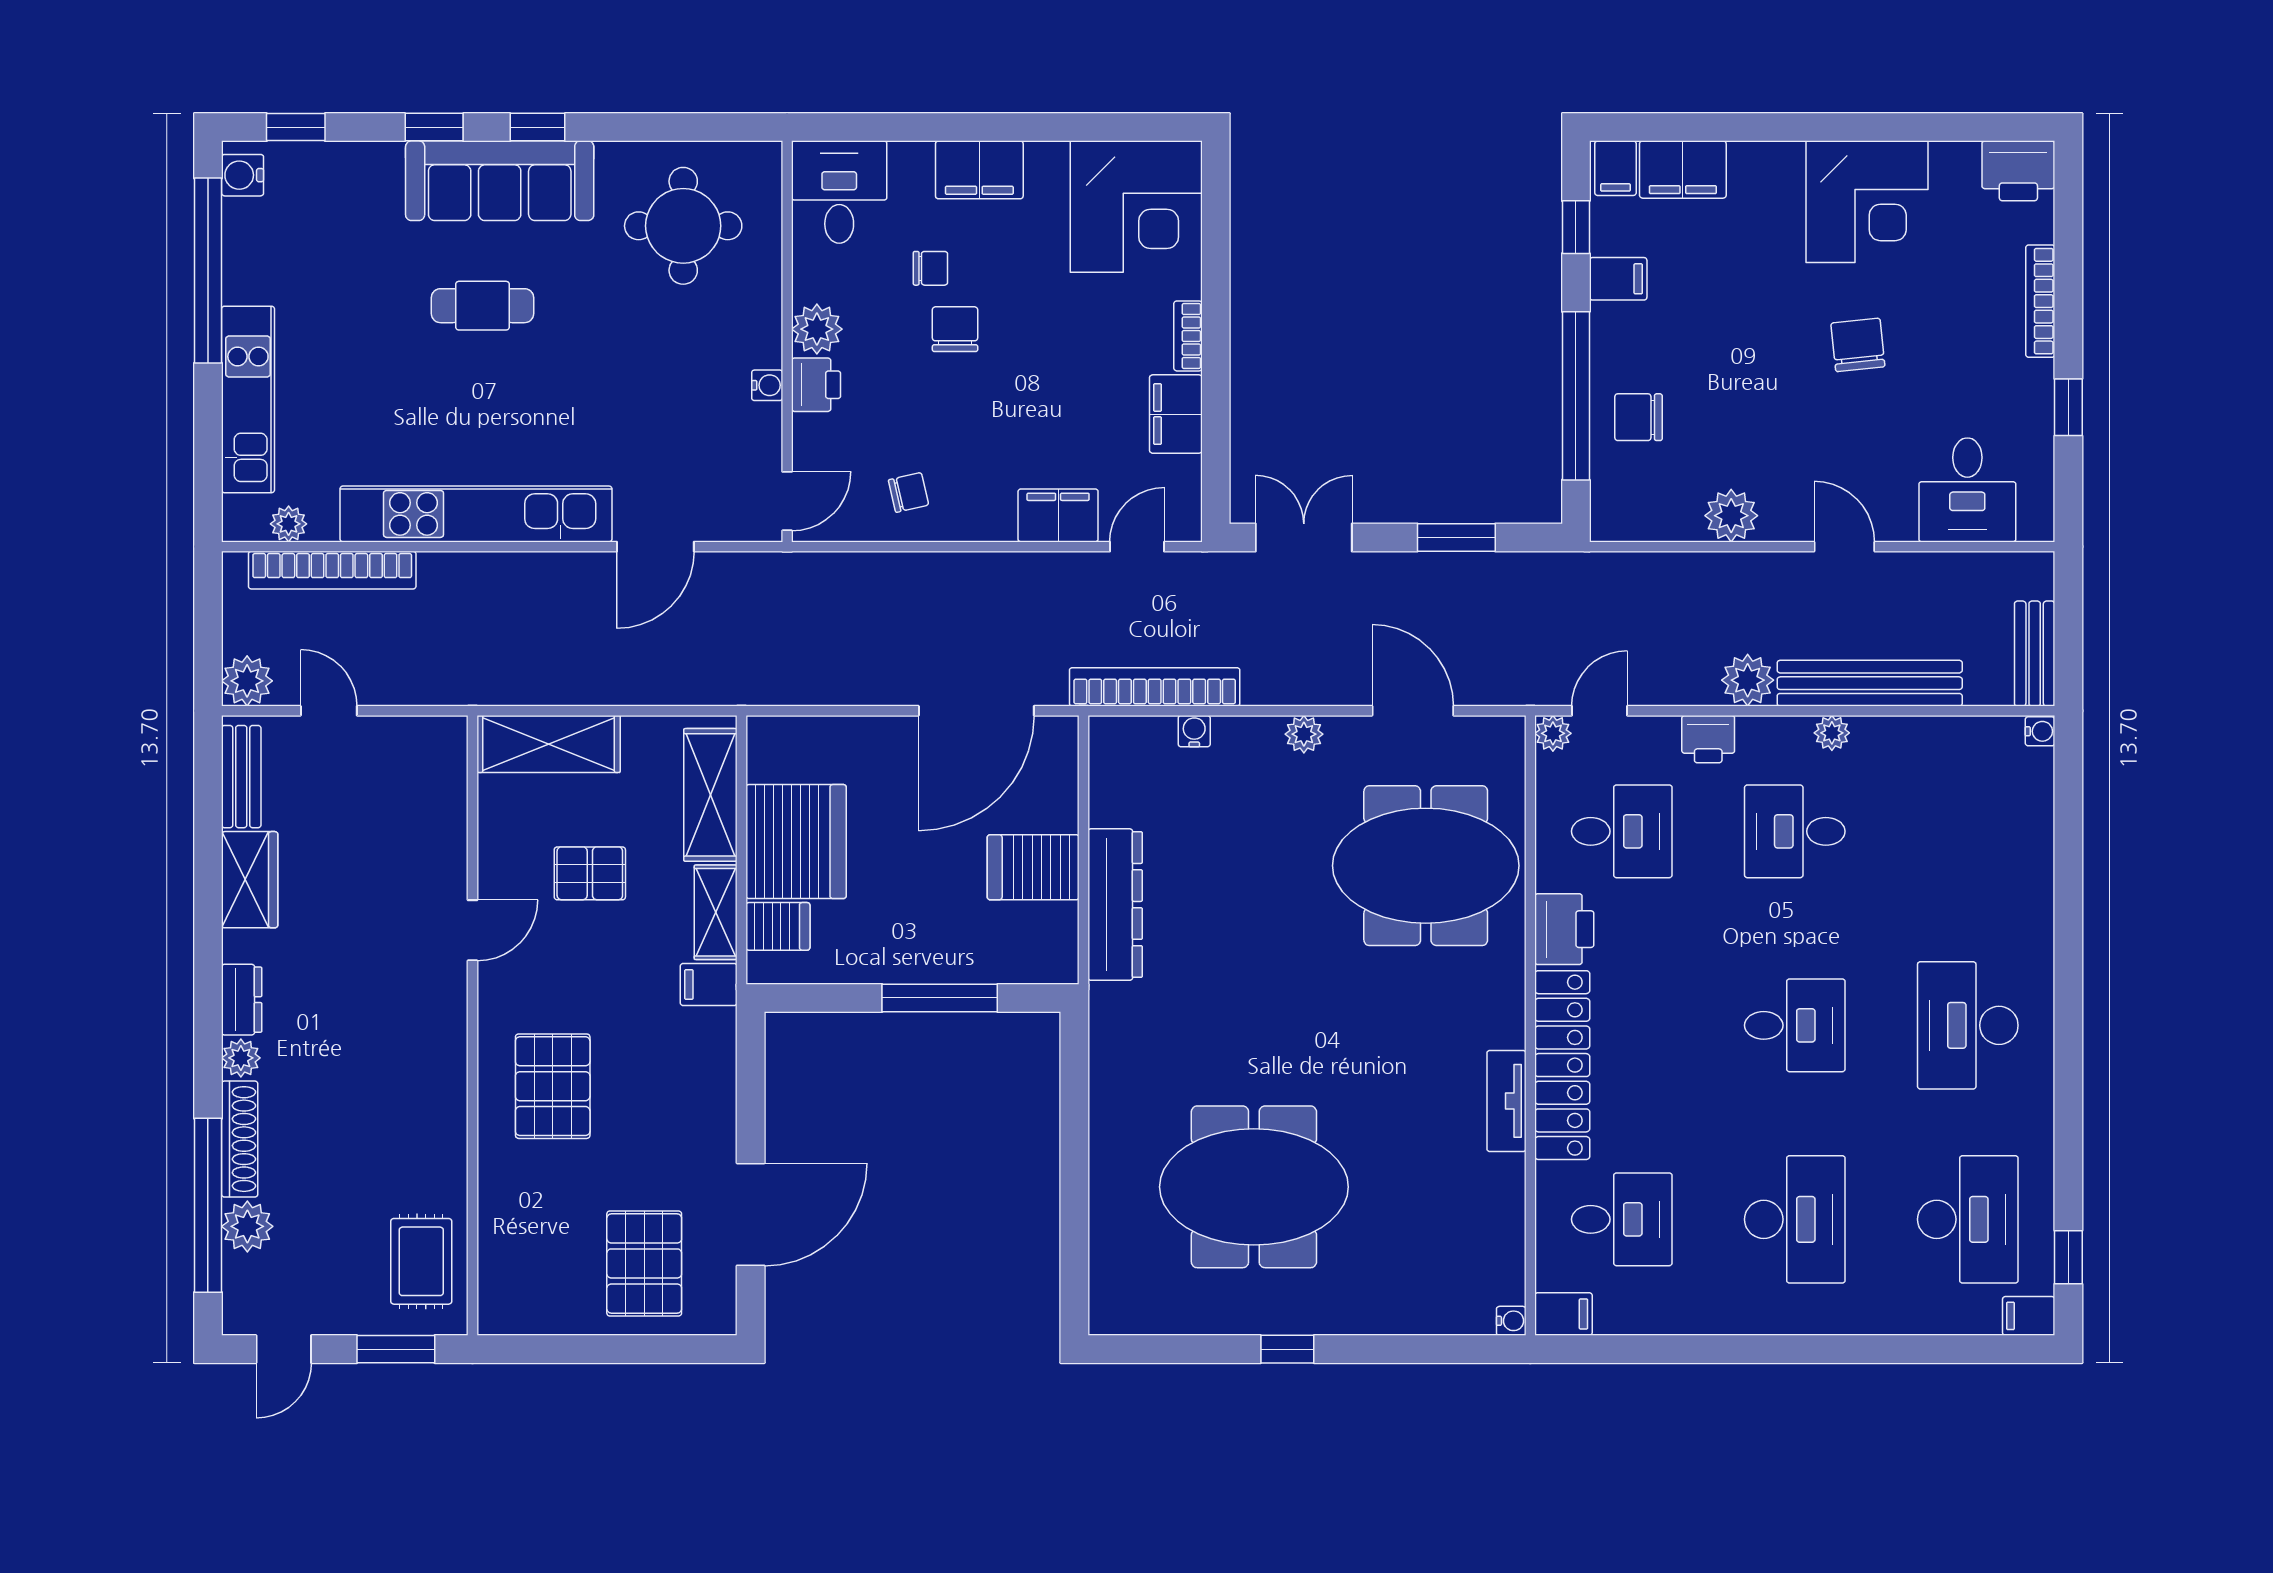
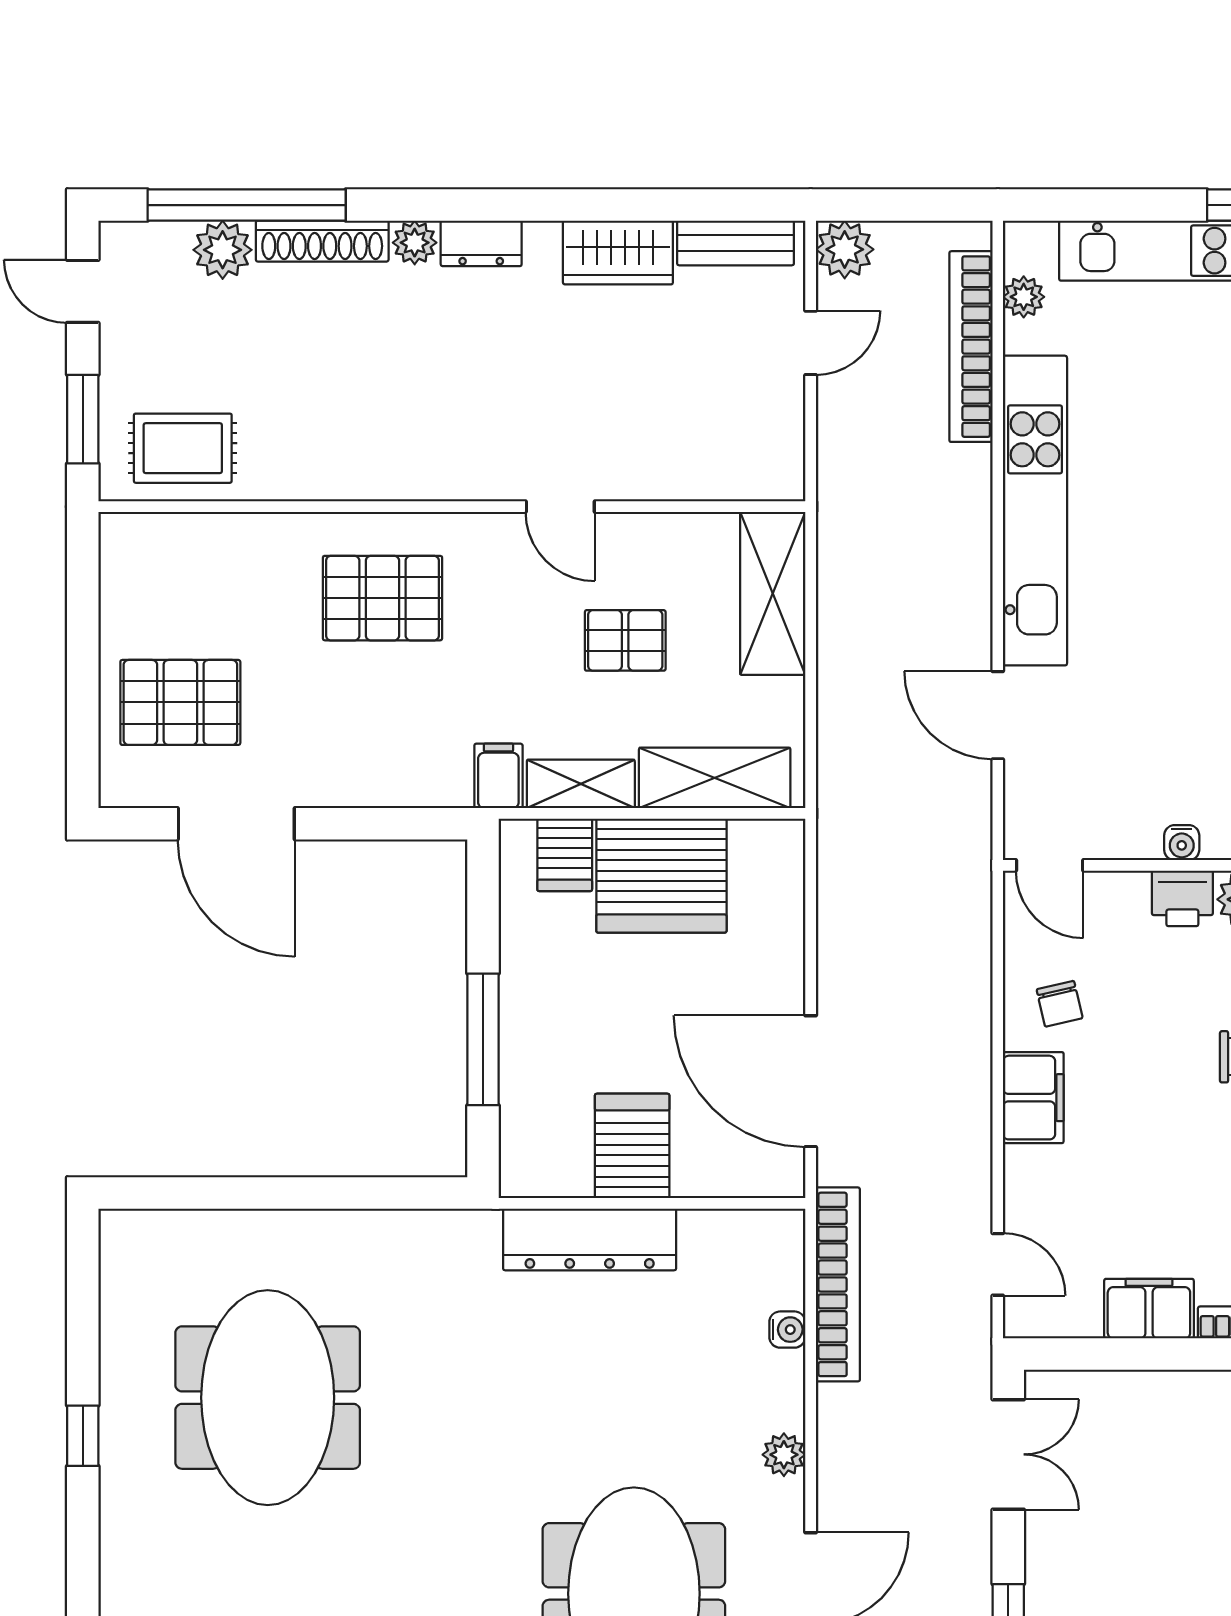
filing cabinet: (1058, 515) -> (1033, 1098), moved
pallet: (590, 873) -> (625, 640), turned 90

